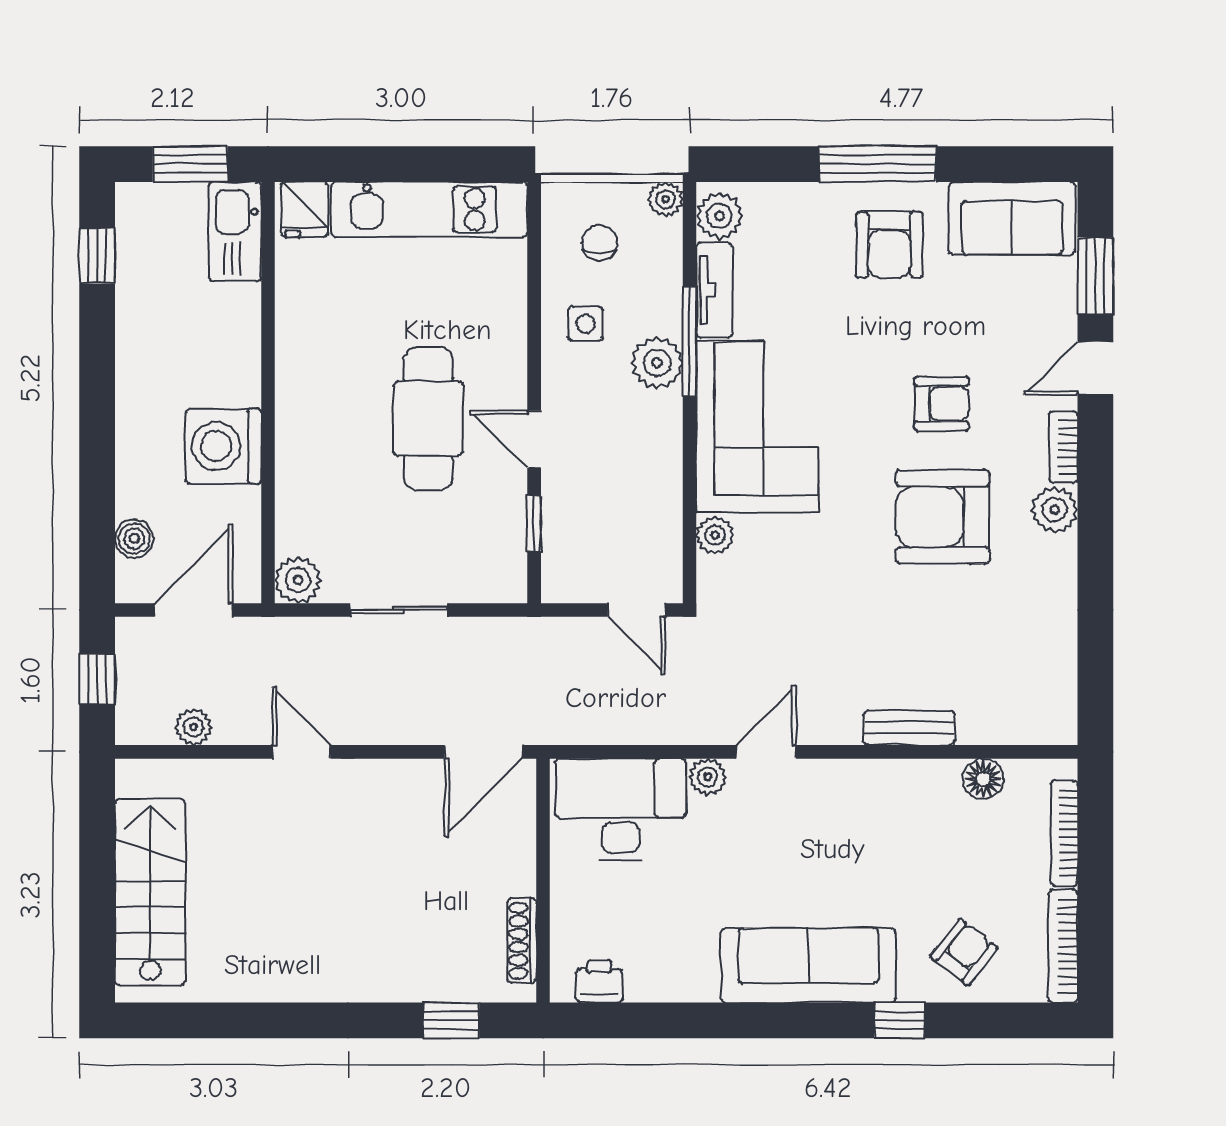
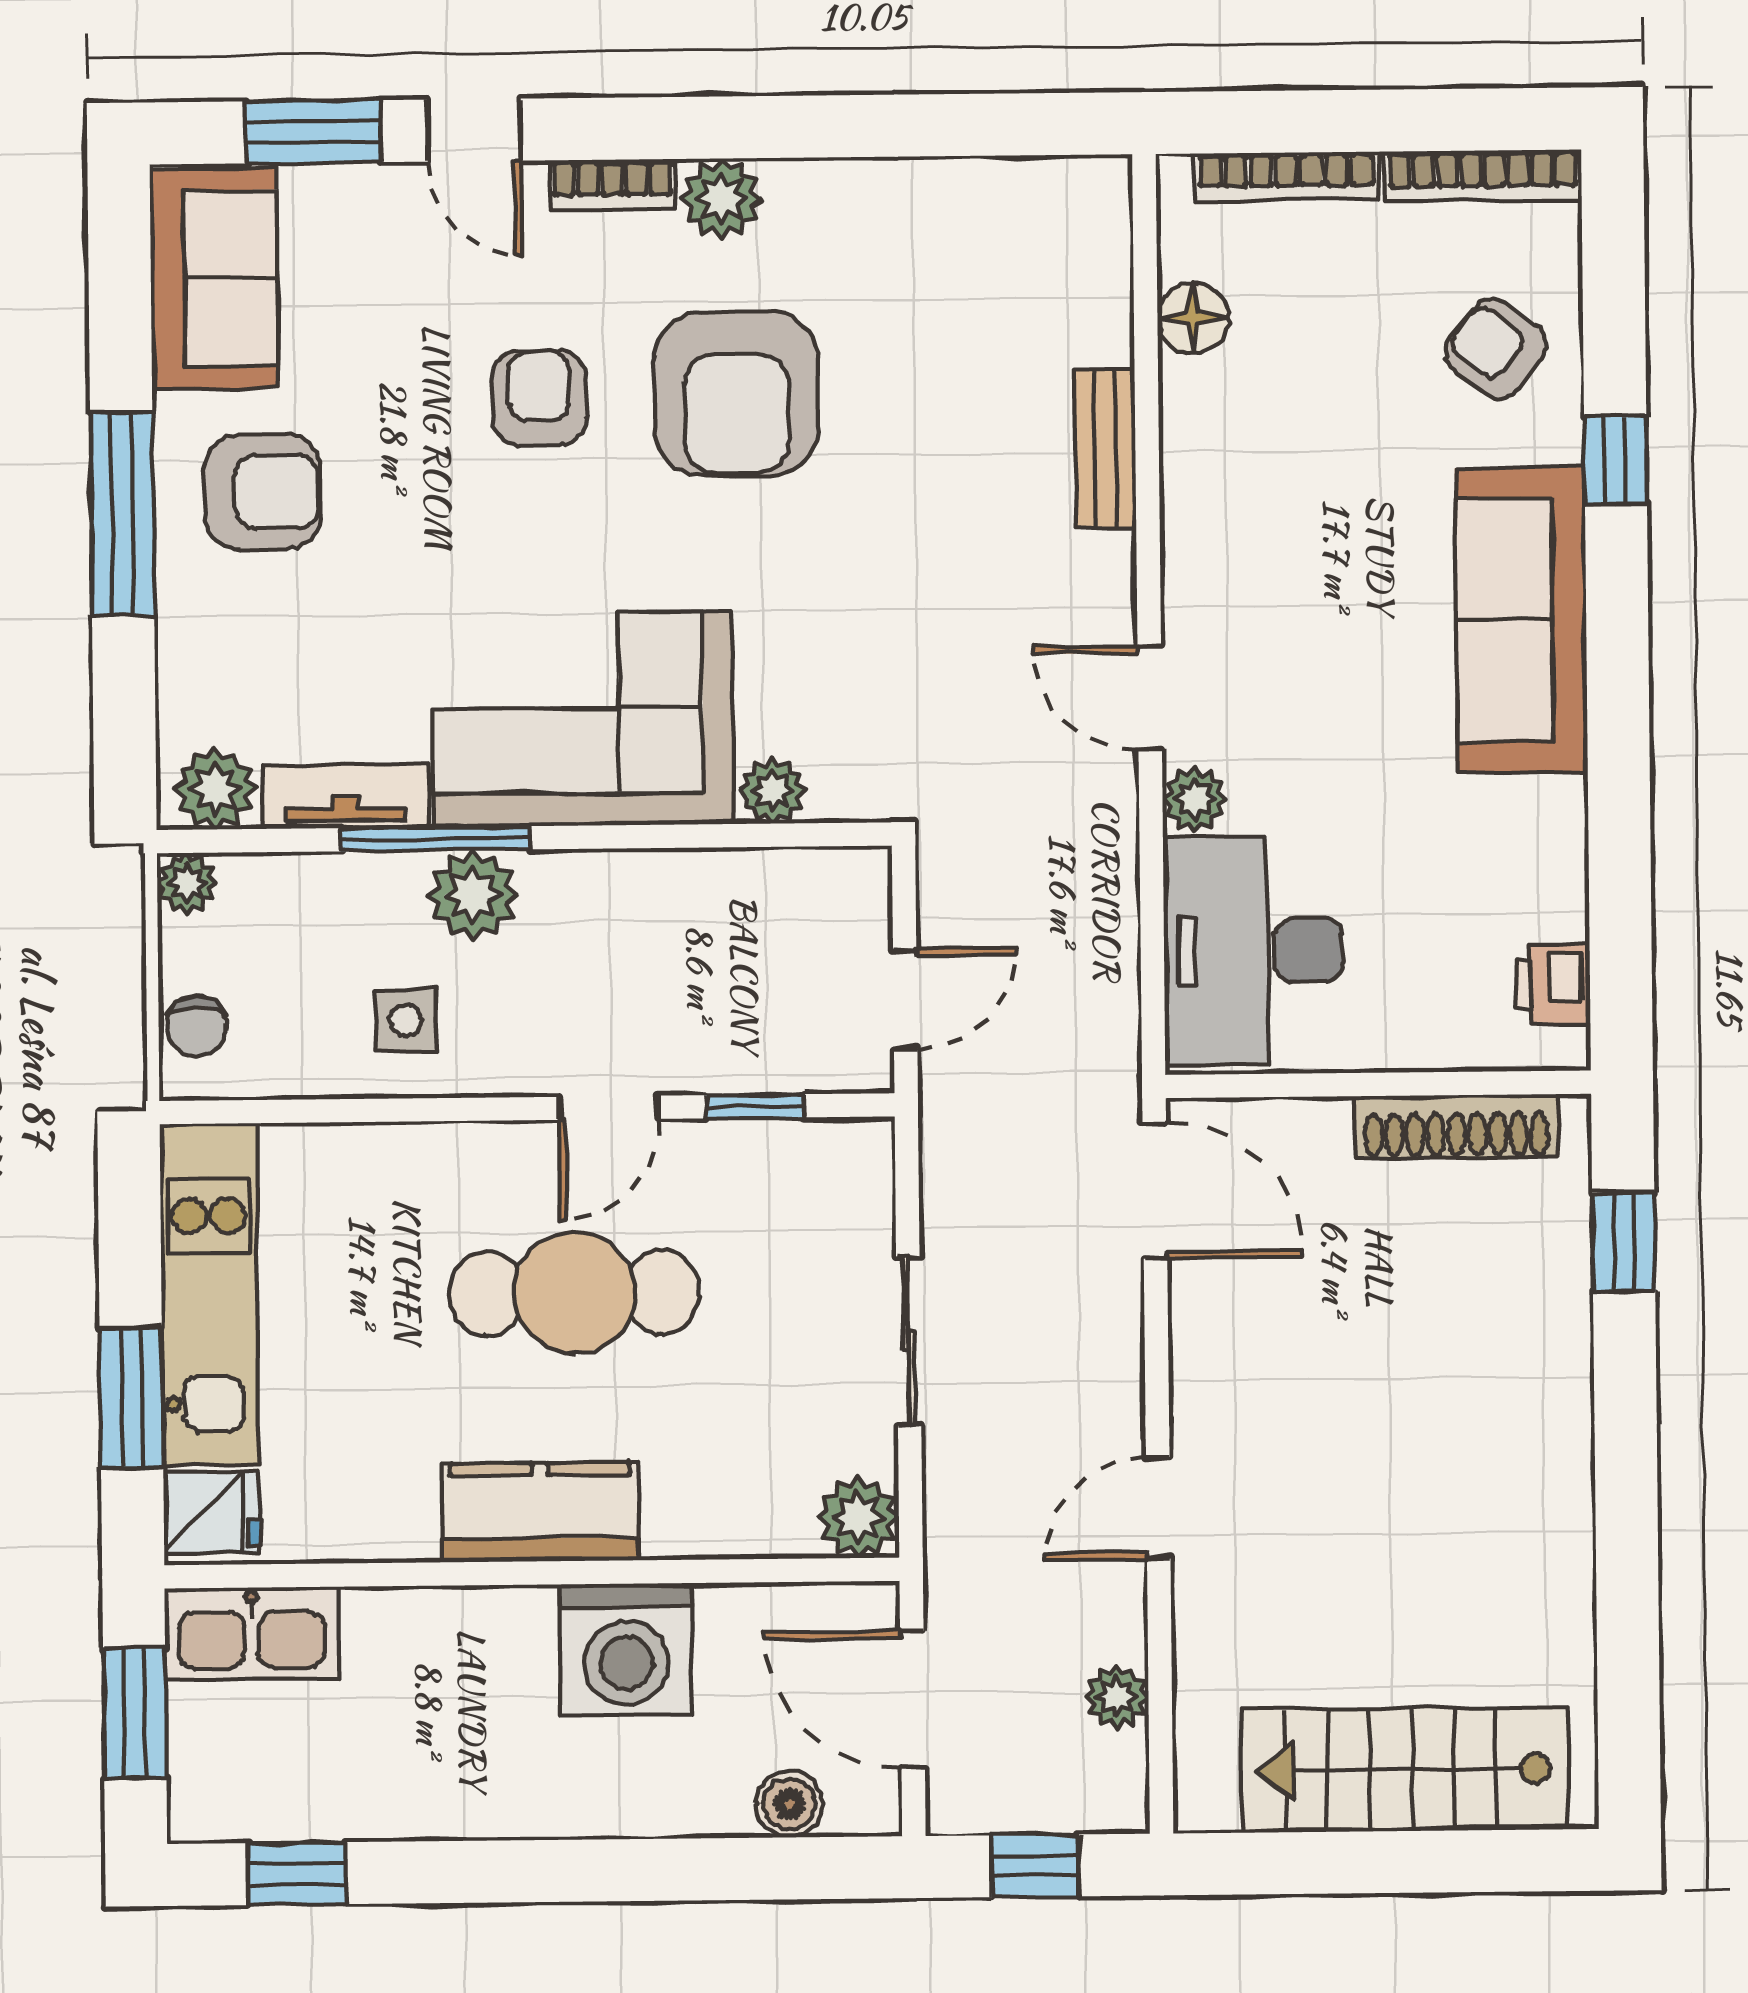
window: (371, 164) -> (131, 1398), added
chair: (600, 243) -> (196, 1026), moved, turned -90
kitchen counter: (303, 398) -> (540, 1512), added
door: (636, 610) -> (905, 999), moved
shoe rack: (522, 941) -> (1456, 1126), width x1.36, depth x1.24

